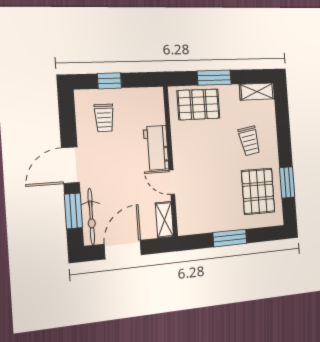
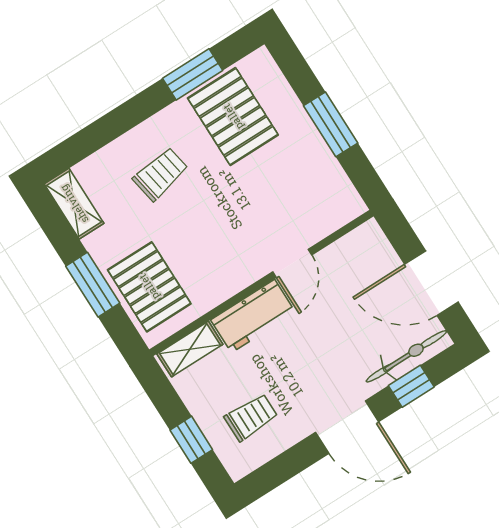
pallet: (258, 191) -> (233, 117), turned 90
window: (73, 211) -> (411, 386), width x0.67
shelving: (164, 220) -> (190, 349), moved

